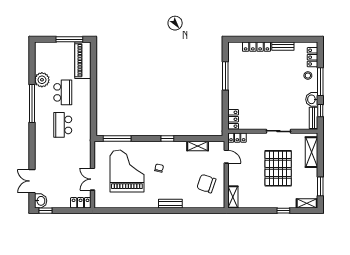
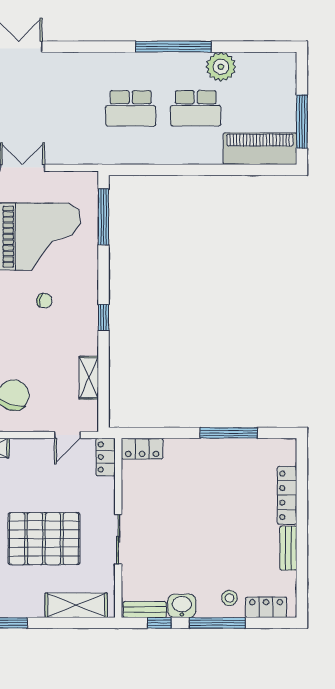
school desk: (63, 125) -> (131, 108), turned 180

